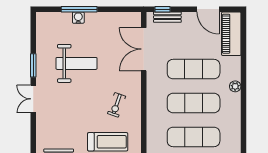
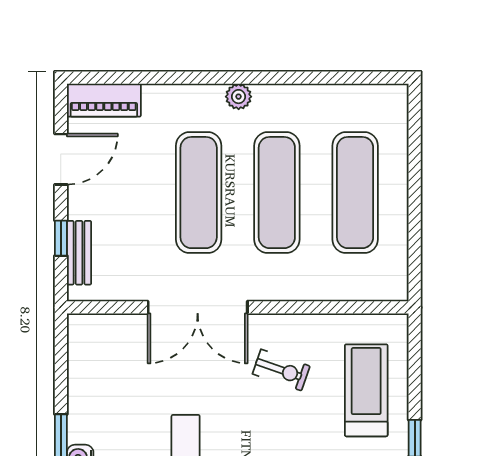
window: (162, 9) -> (61, 238), moved
piano: (231, 34) -> (104, 100), width x0.73, depth x0.75
double door: (144, 49) -> (198, 307), moved

